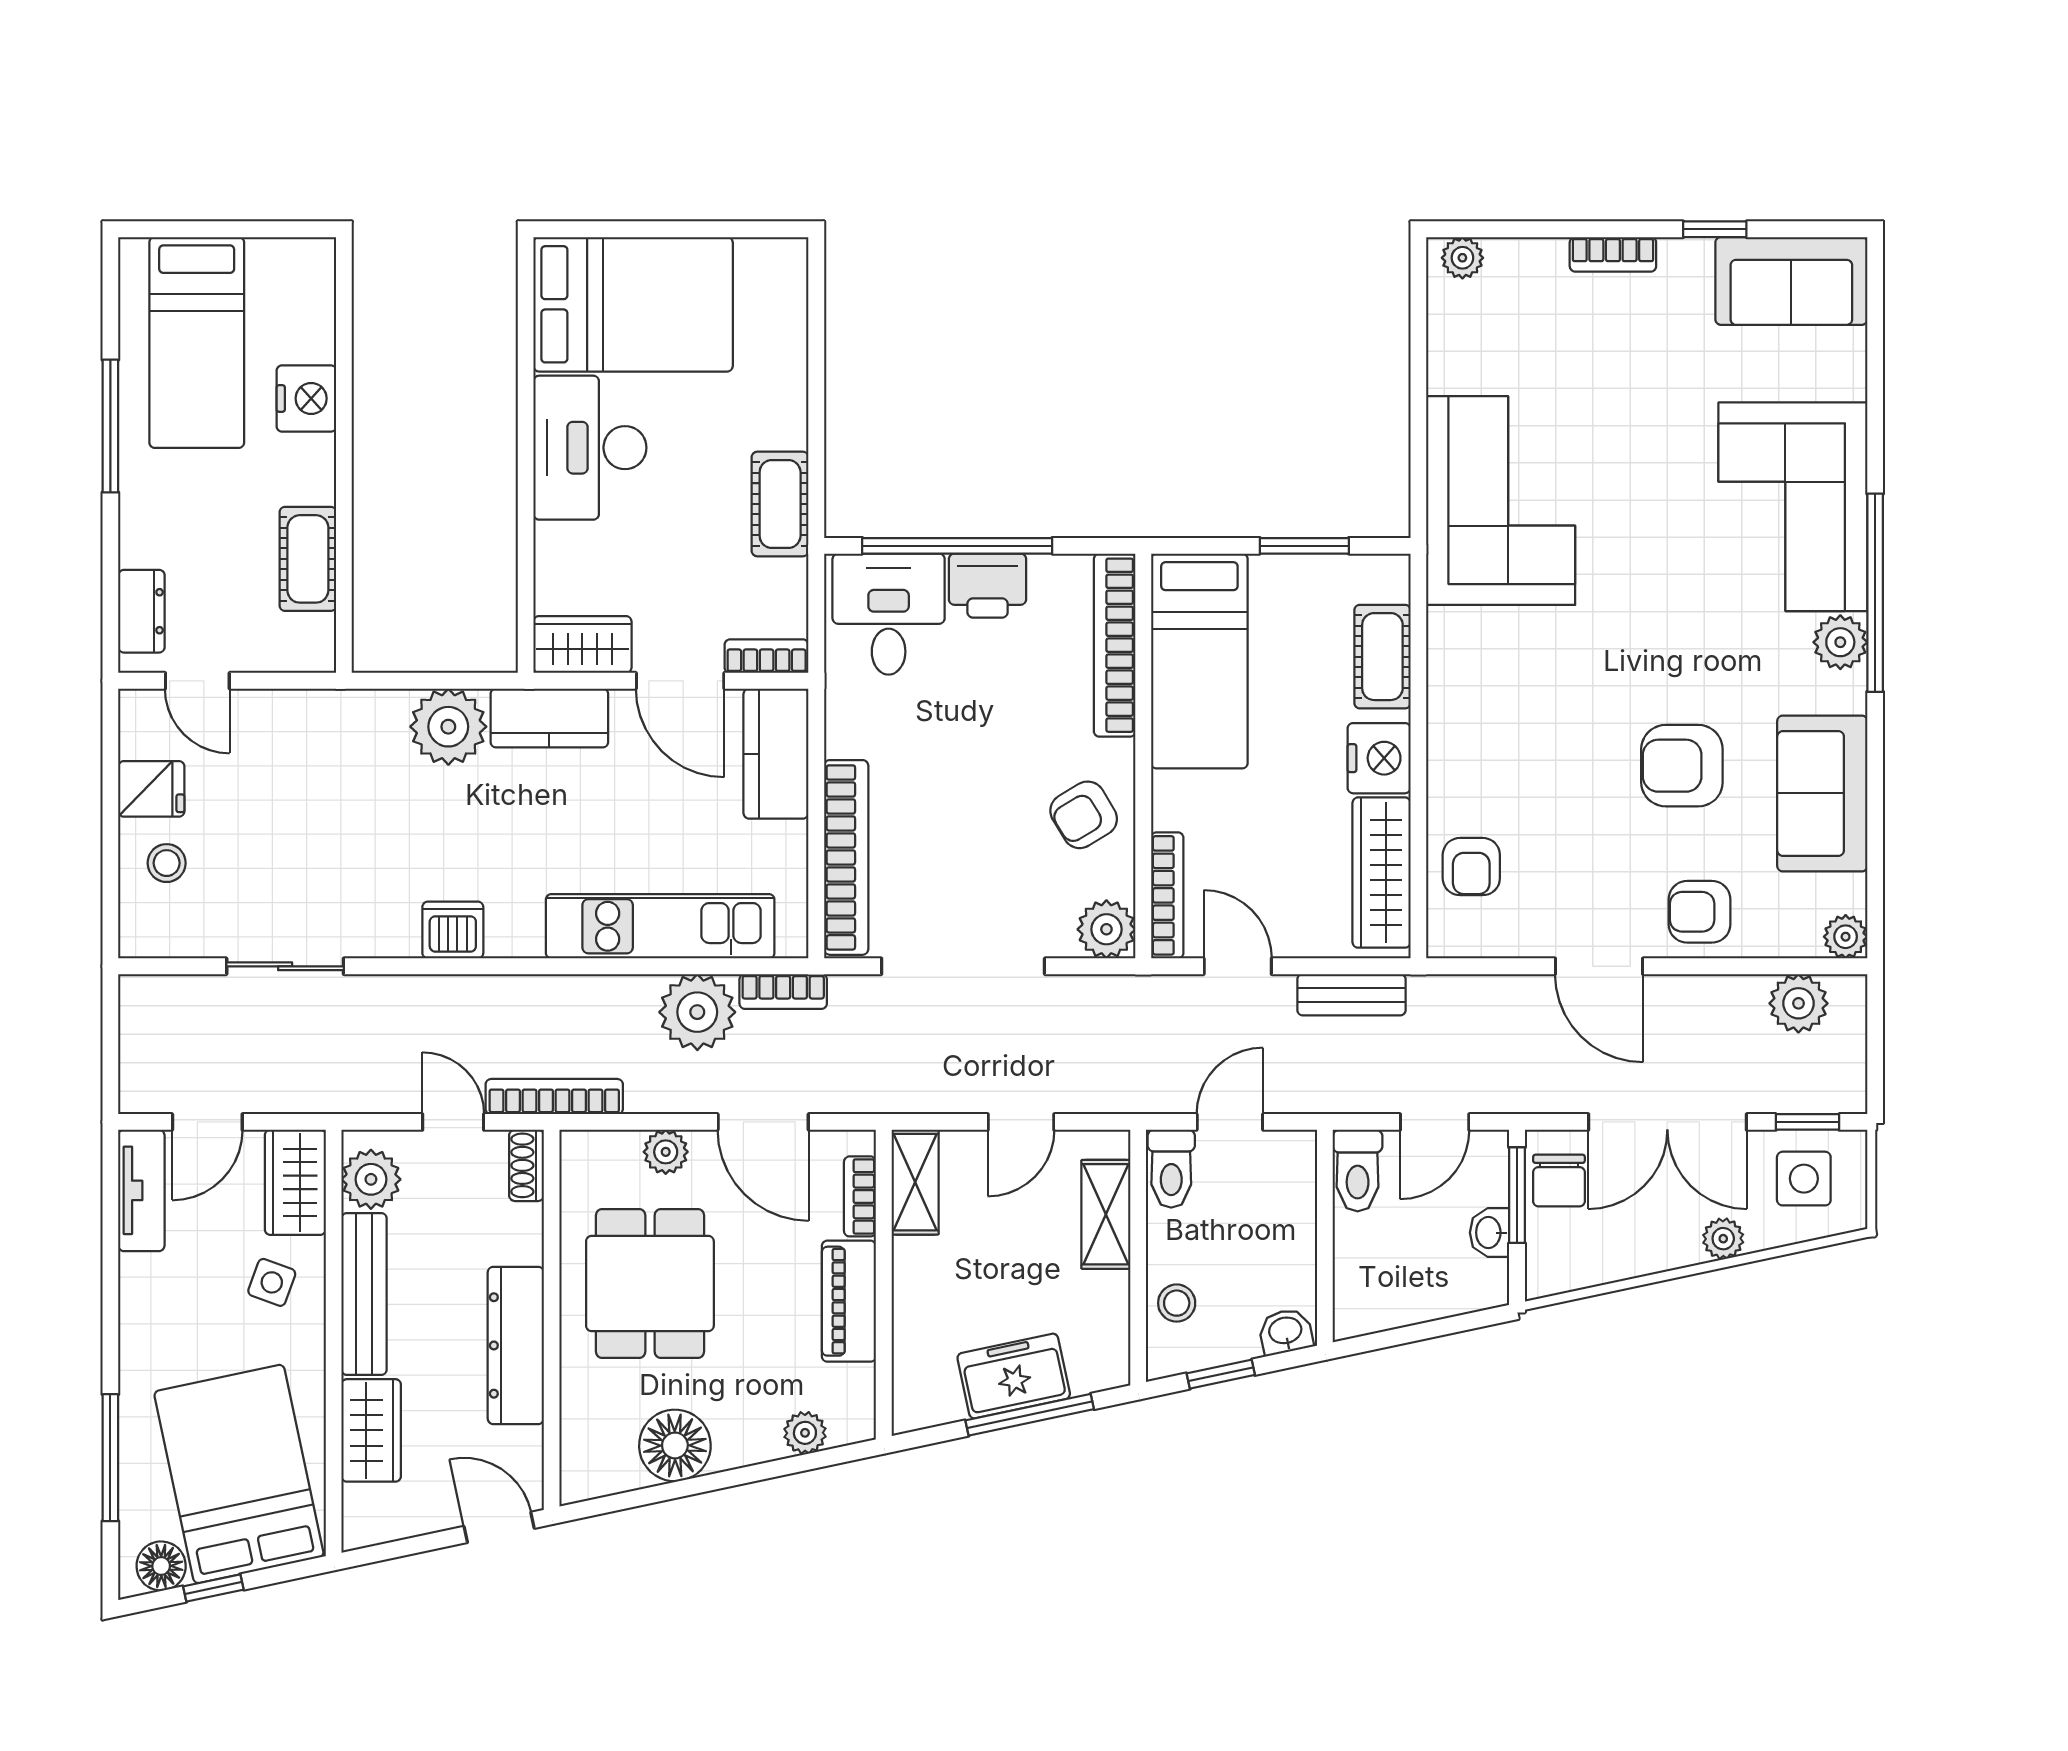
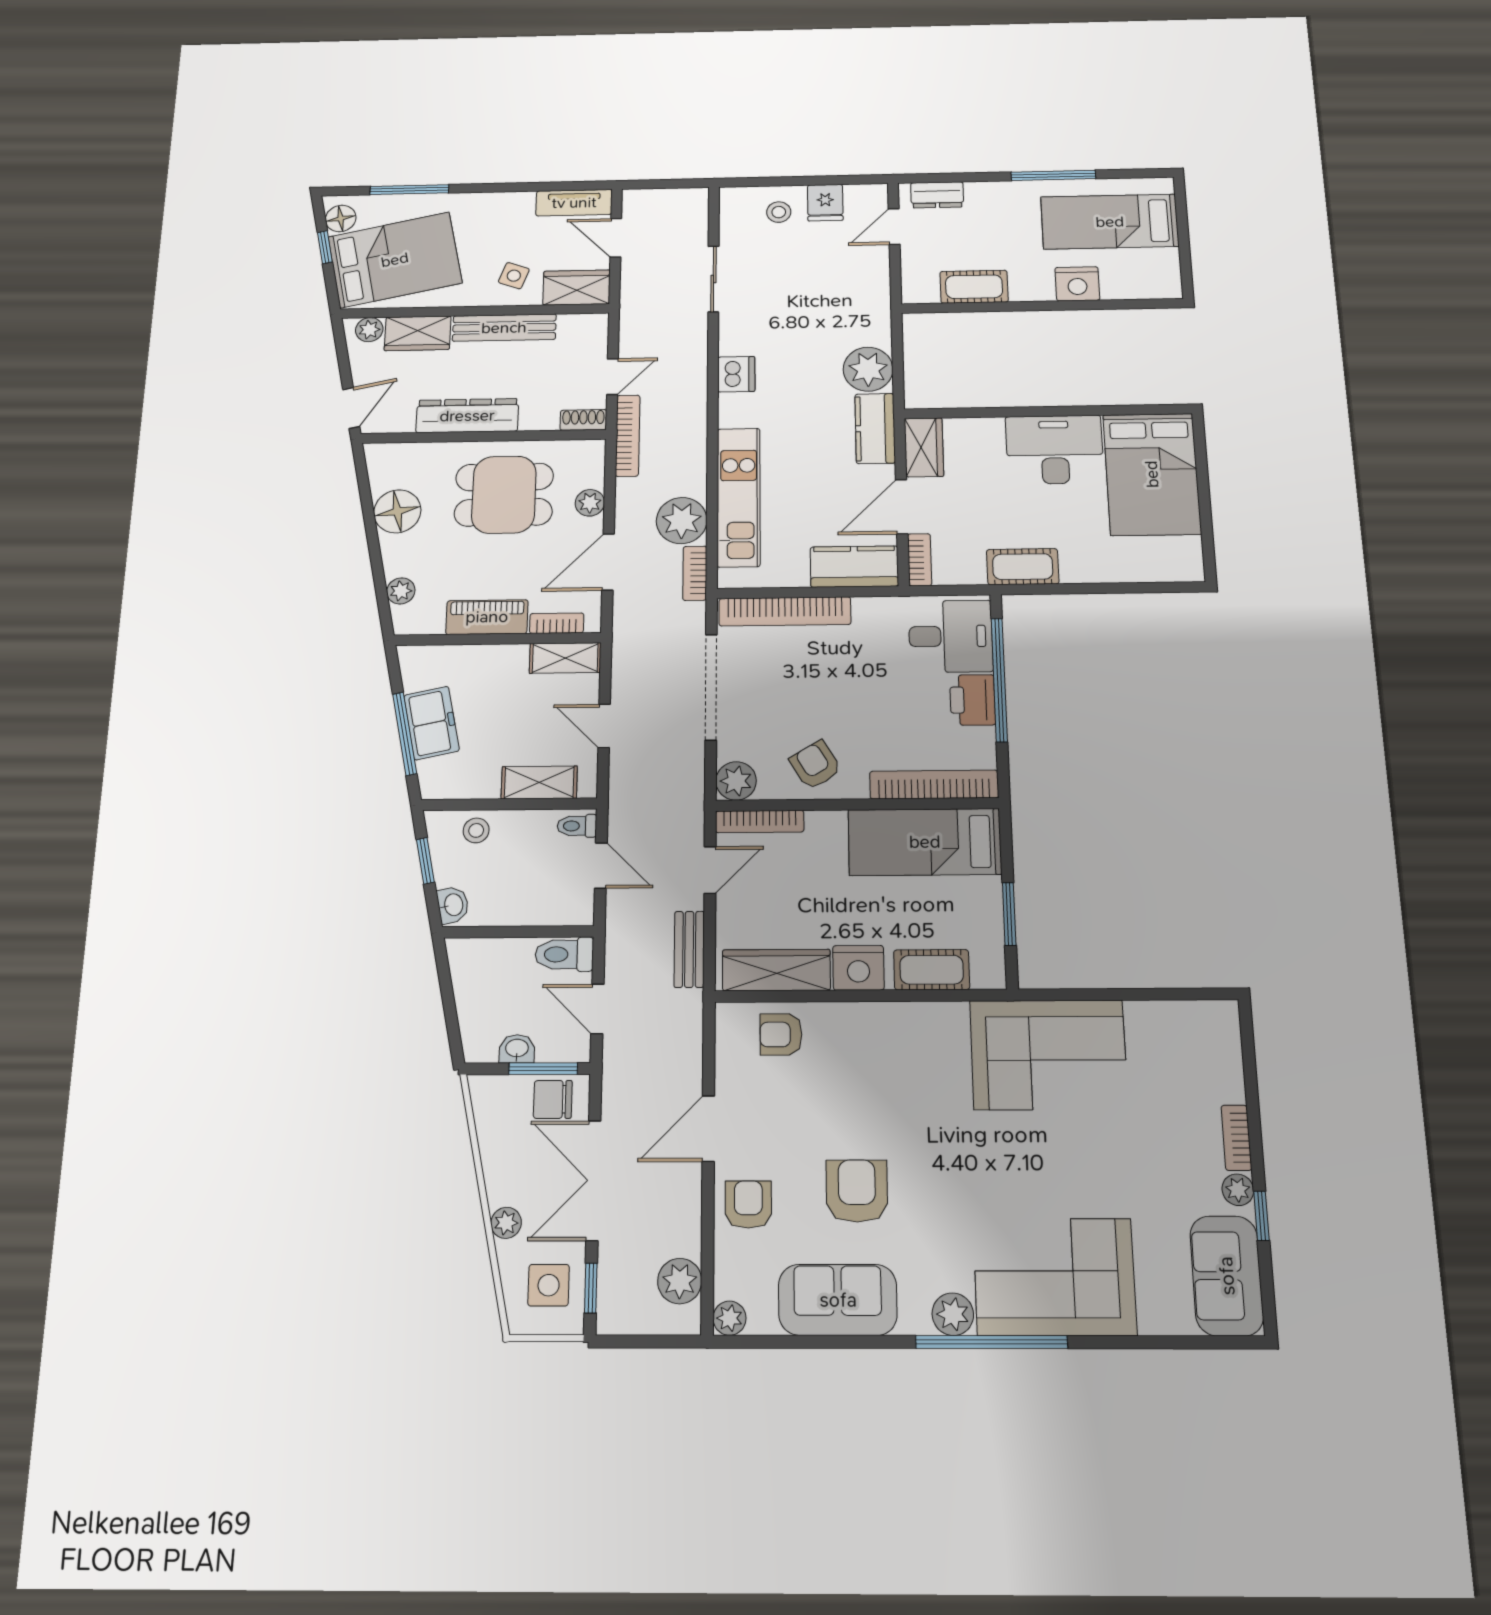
plant: (1462, 258) -> (1238, 1190), moved
toilet: (1171, 1169) -> (577, 826), width x0.73, depth x0.72
plant: (371, 1179) -> (369, 330), moved, width x0.73, depth x0.73

